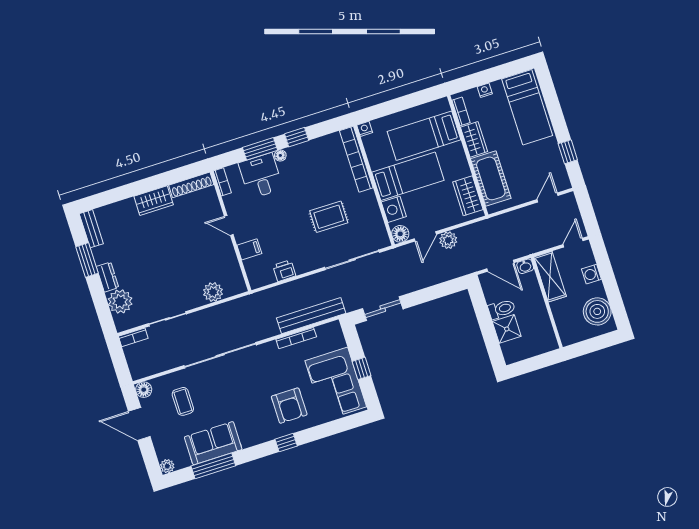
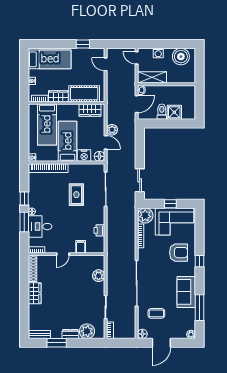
bench: (311, 316) -> (130, 223), removed
plant: (331, 335) -> (145, 215), added
sofa: (213, 443) -> (186, 292), moved

